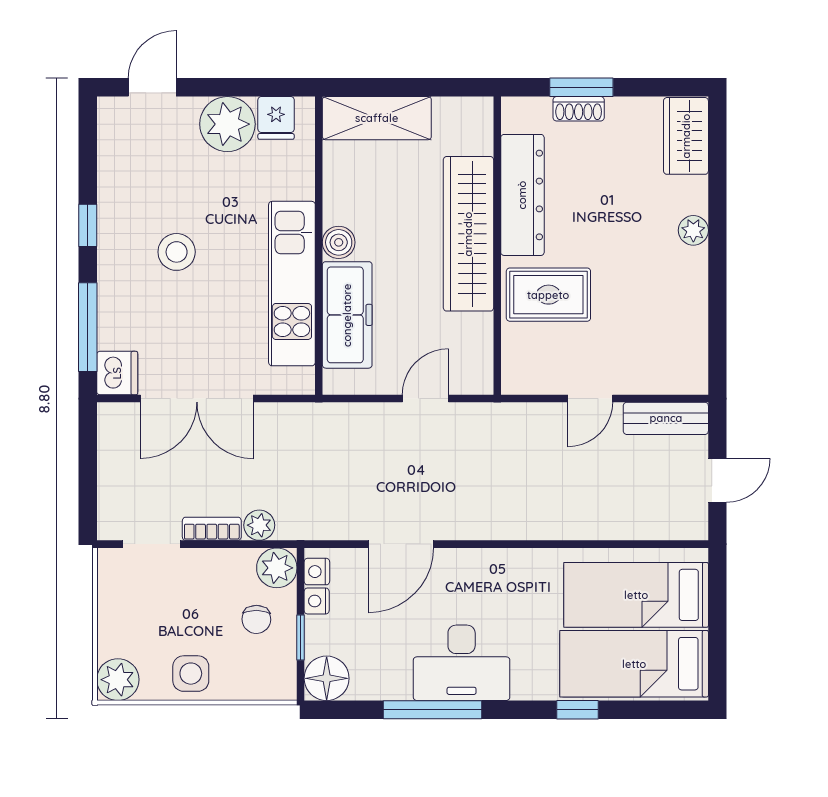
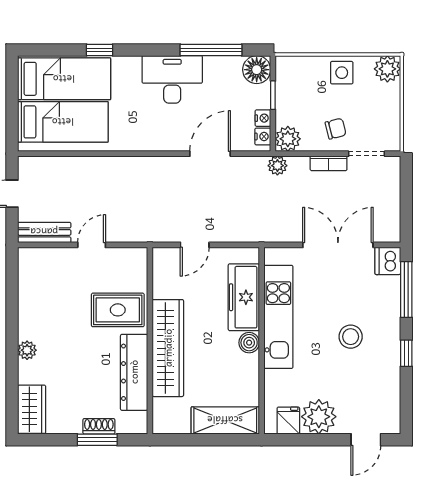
plant: (259, 525) -> (277, 166), moved
chair: (256, 619) -> (336, 129), moved, turned 75
window: (433, 710) -> (211, 50), moved

